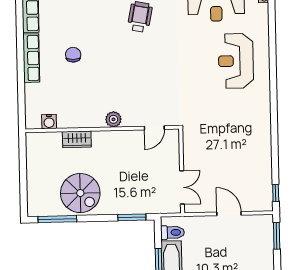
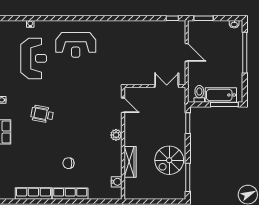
wardrobe: (77, 139) -> (130, 162), width x1.50
spiral stairs: (80, 193) -> (169, 160), turned 180
door: (229, 214) -> (187, 52), swing flipped

